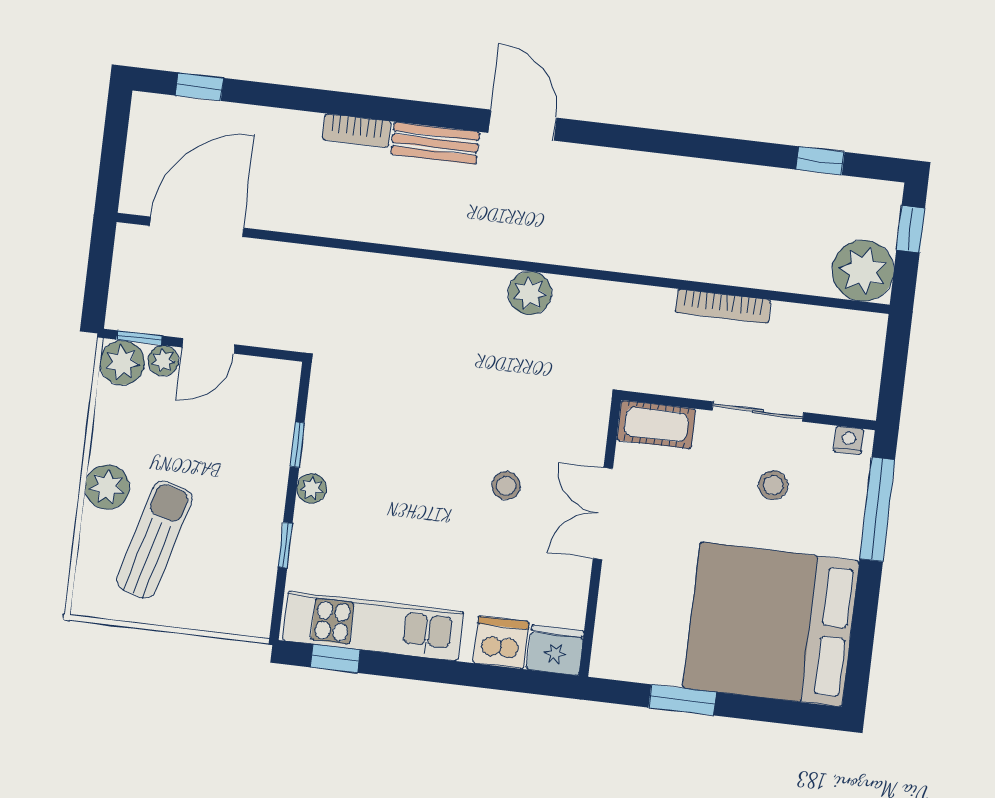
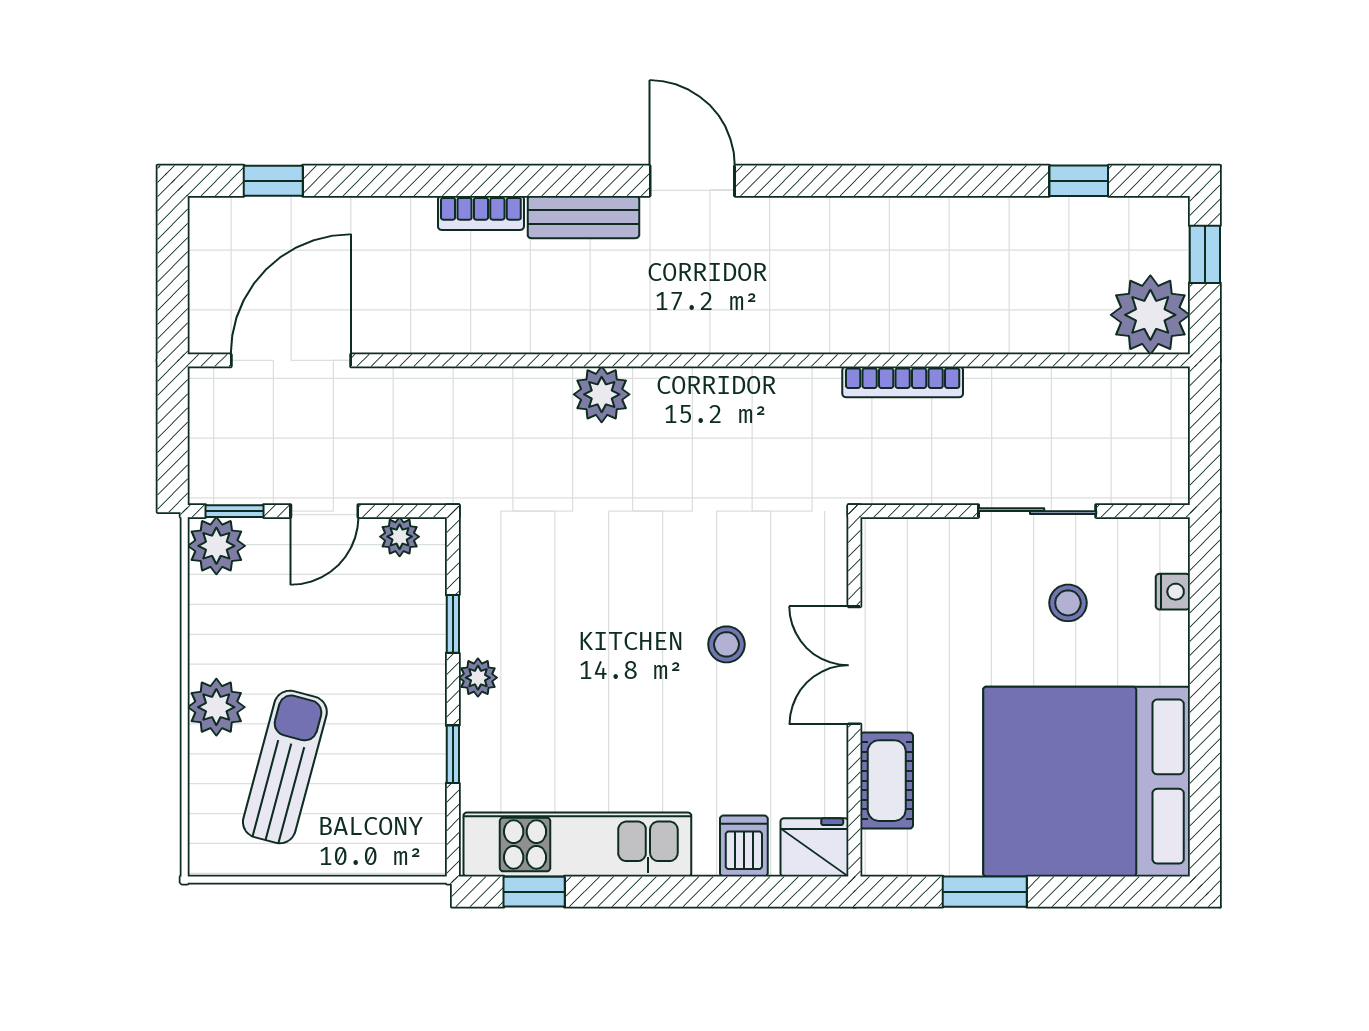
plant: (530, 293) -> (602, 394), moved
bookcase: (723, 306) -> (903, 382), moved
plant: (163, 361) -> (400, 537), moved
cot: (656, 425) -> (887, 781), moved, turned 90
nightstand: (849, 440) -> (1173, 592), moved, turned 90
window: (877, 509) -> (1205, 618), removed
dishwasher: (501, 643) -> (744, 846), width x0.73

